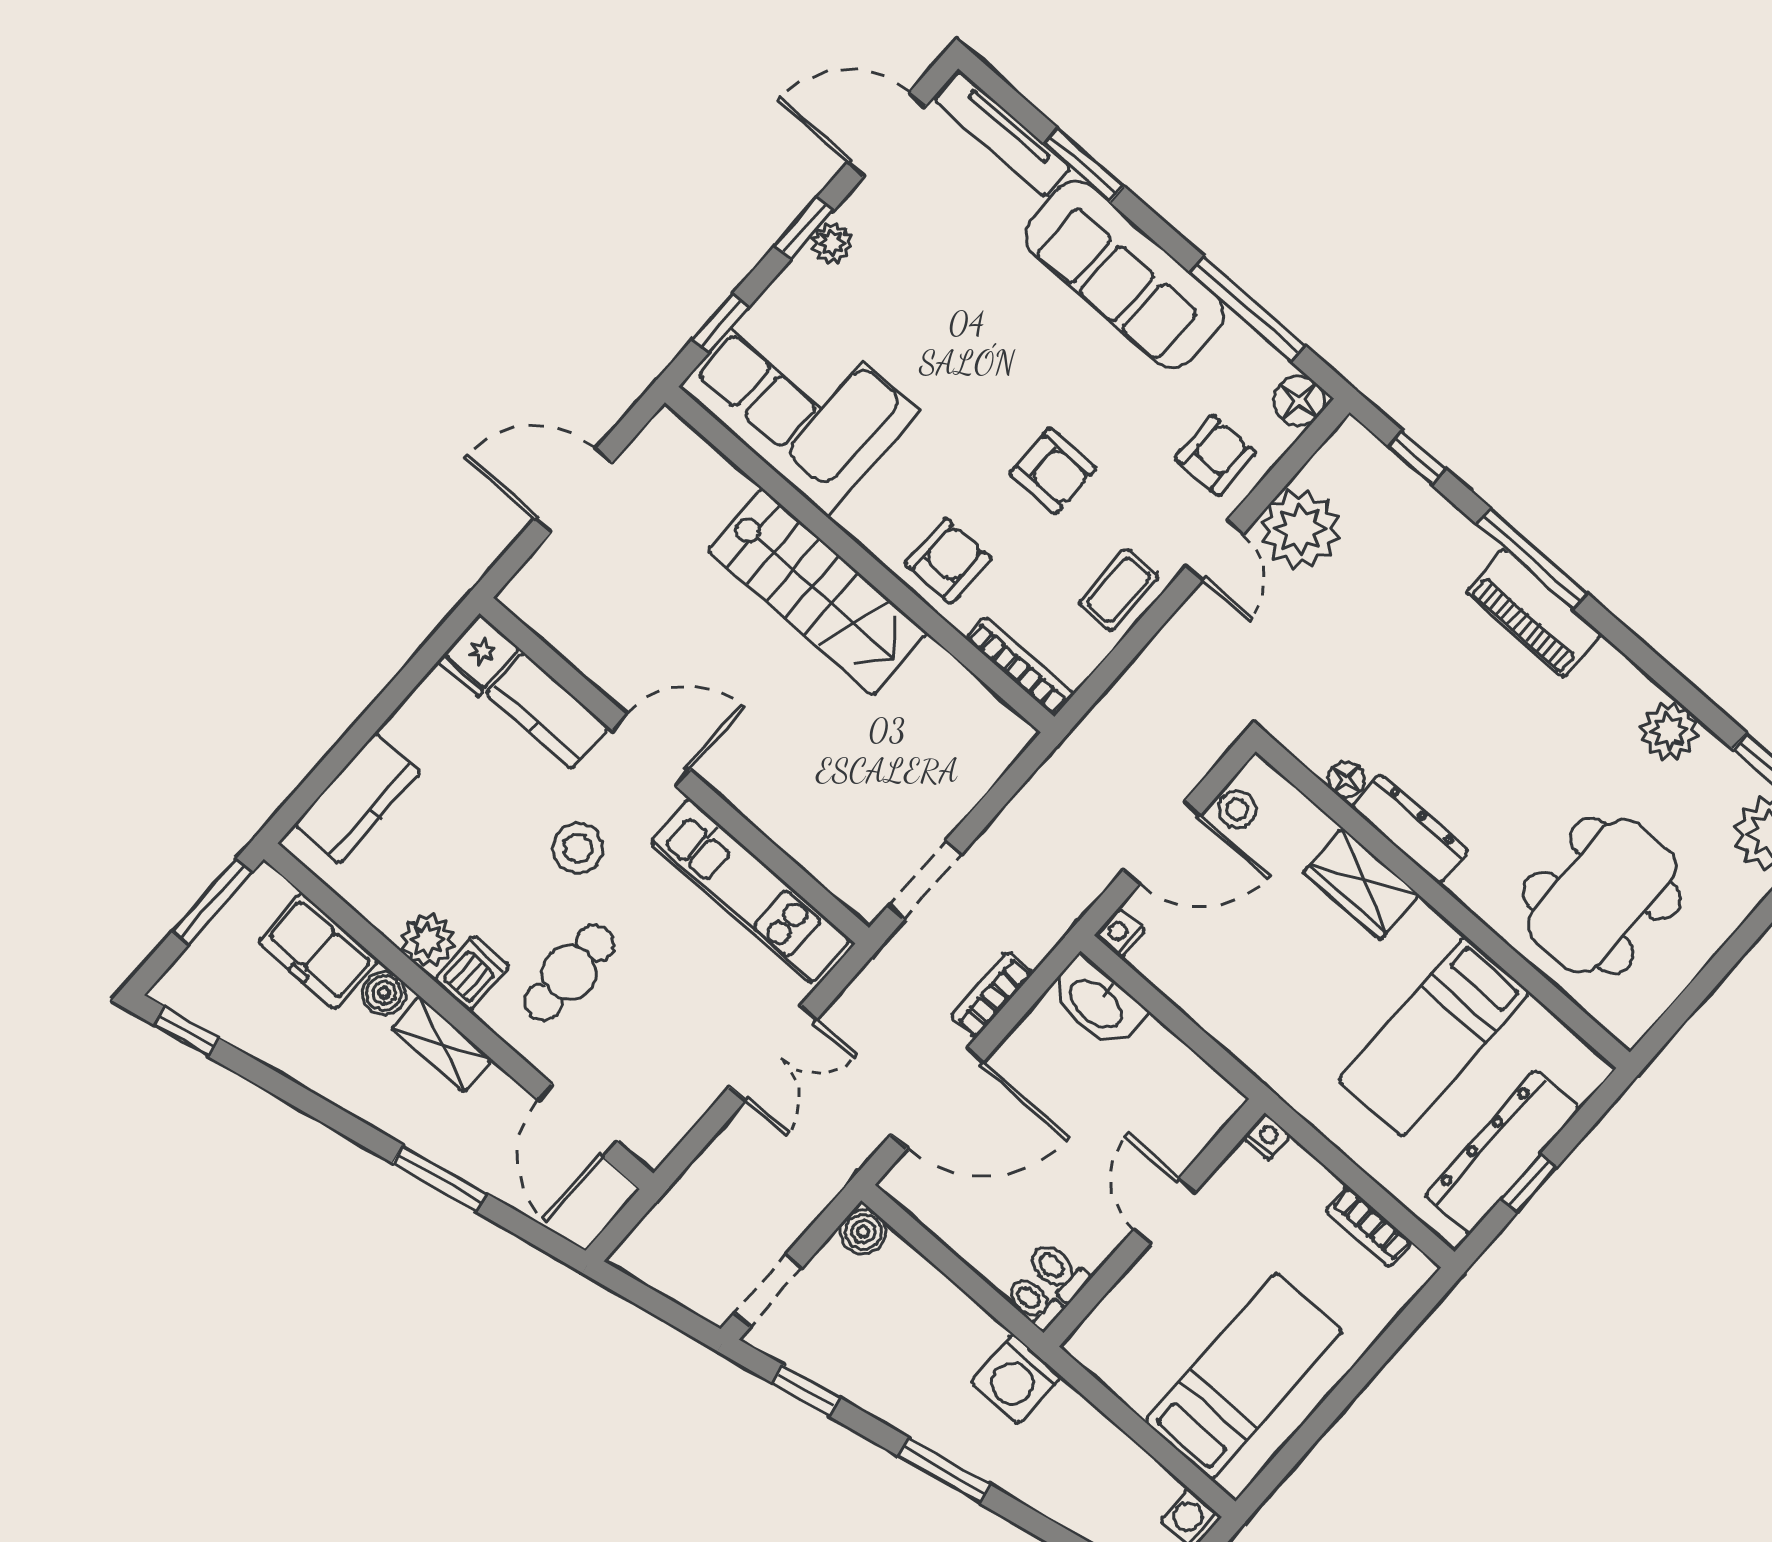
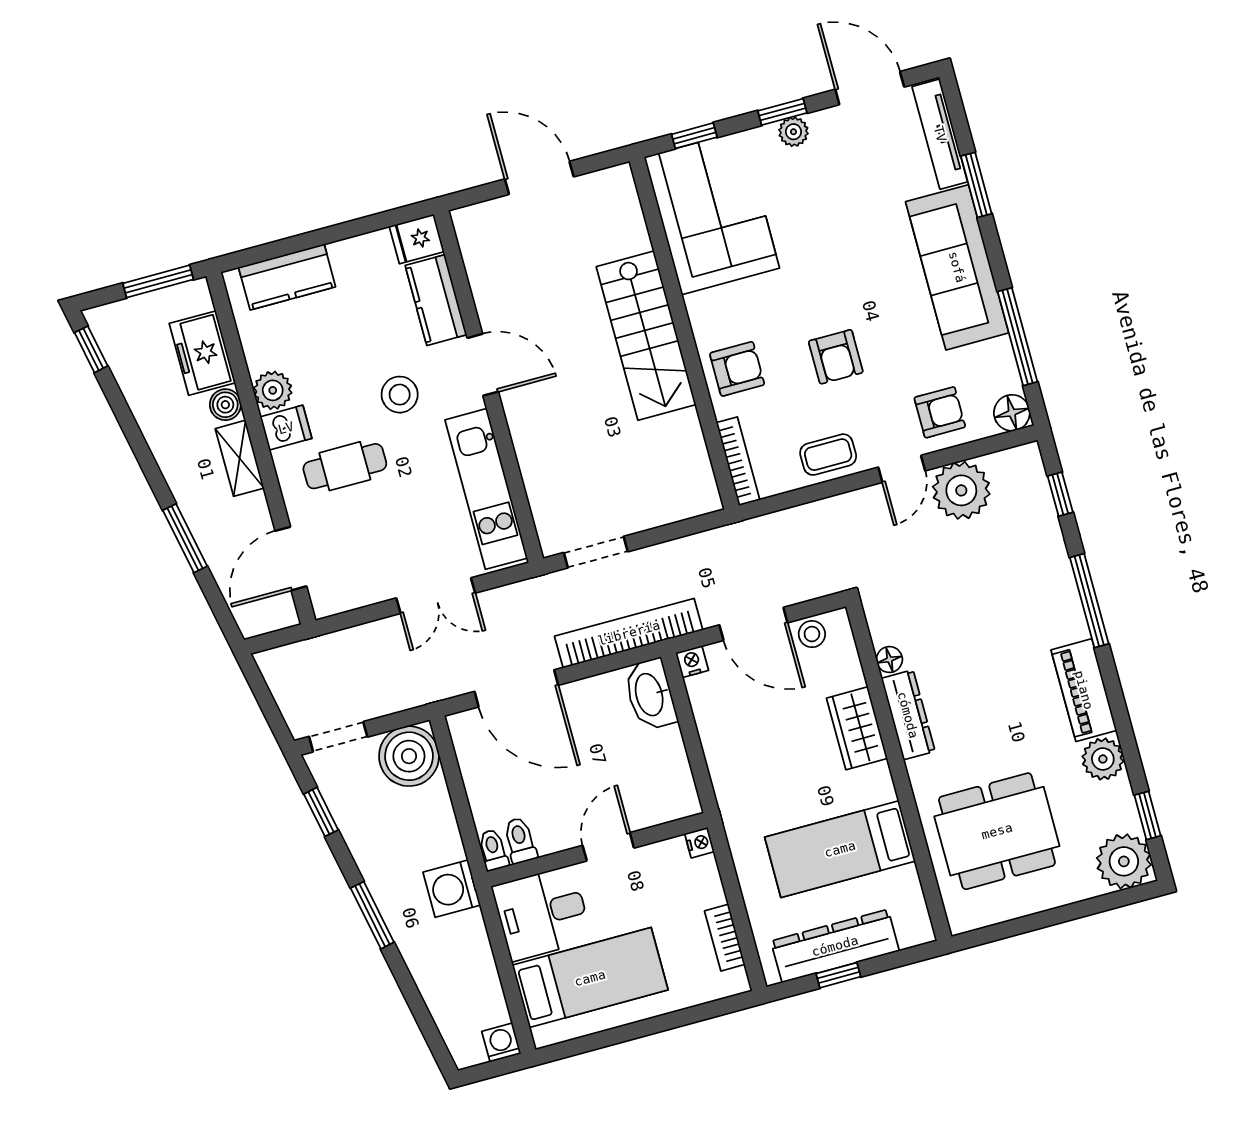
piano: (1534, 613) -> (1084, 690), moved
bookcase: (991, 995) -> (629, 633), width x2.31, depth x1.31
boiler: (863, 1232) -> (409, 756), width x1.86, depth x1.86
desk: (1139, 1338) -> (542, 913), added

